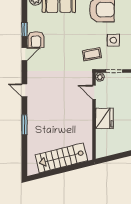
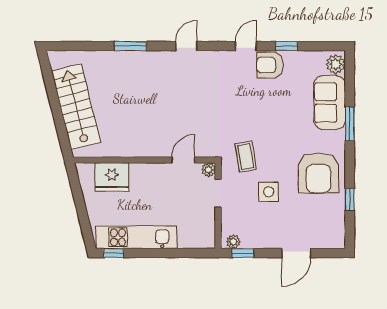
door: (24, 54) -> (246, 46), swing flipped
fridge: (104, 118) -> (112, 177), moved

